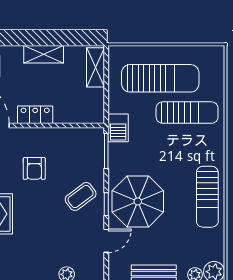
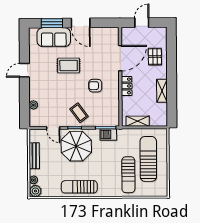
shelving: (95, 67) -> (138, 121), moved
sun lounger: (160, 78) -> (148, 159), turned 180
barbecue: (118, 128) -> (108, 135), moved

